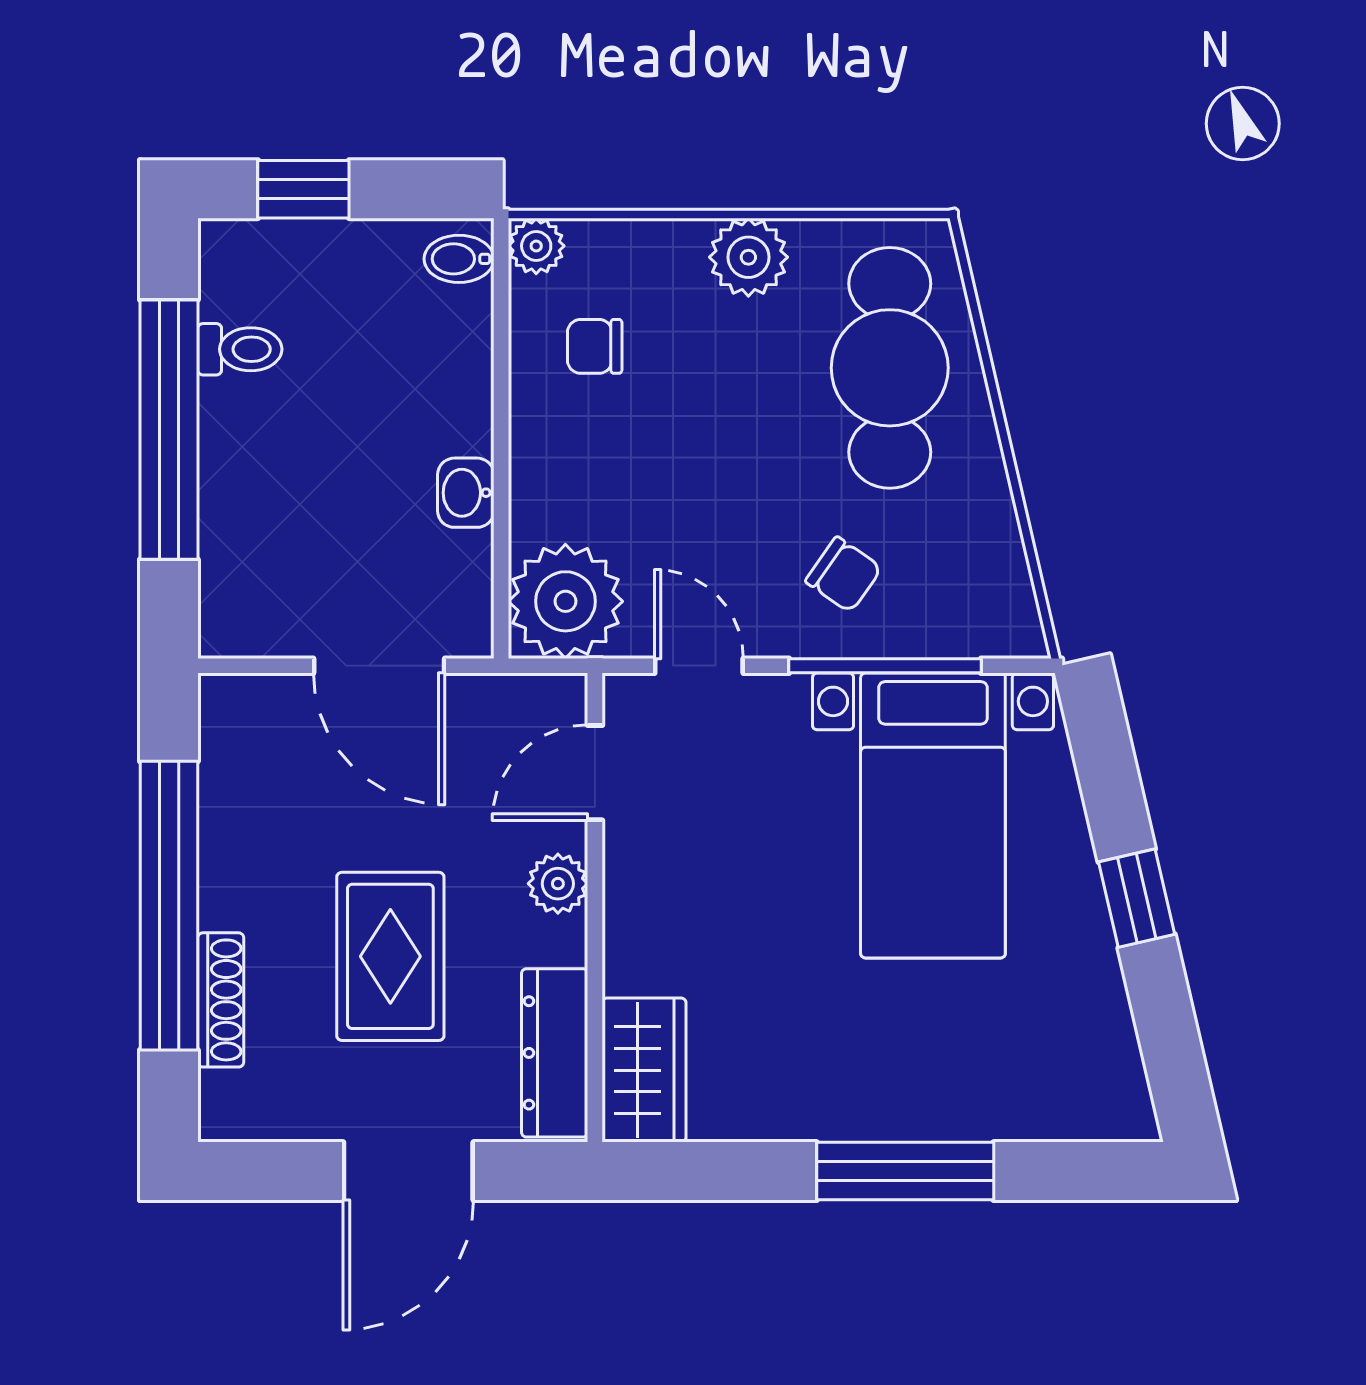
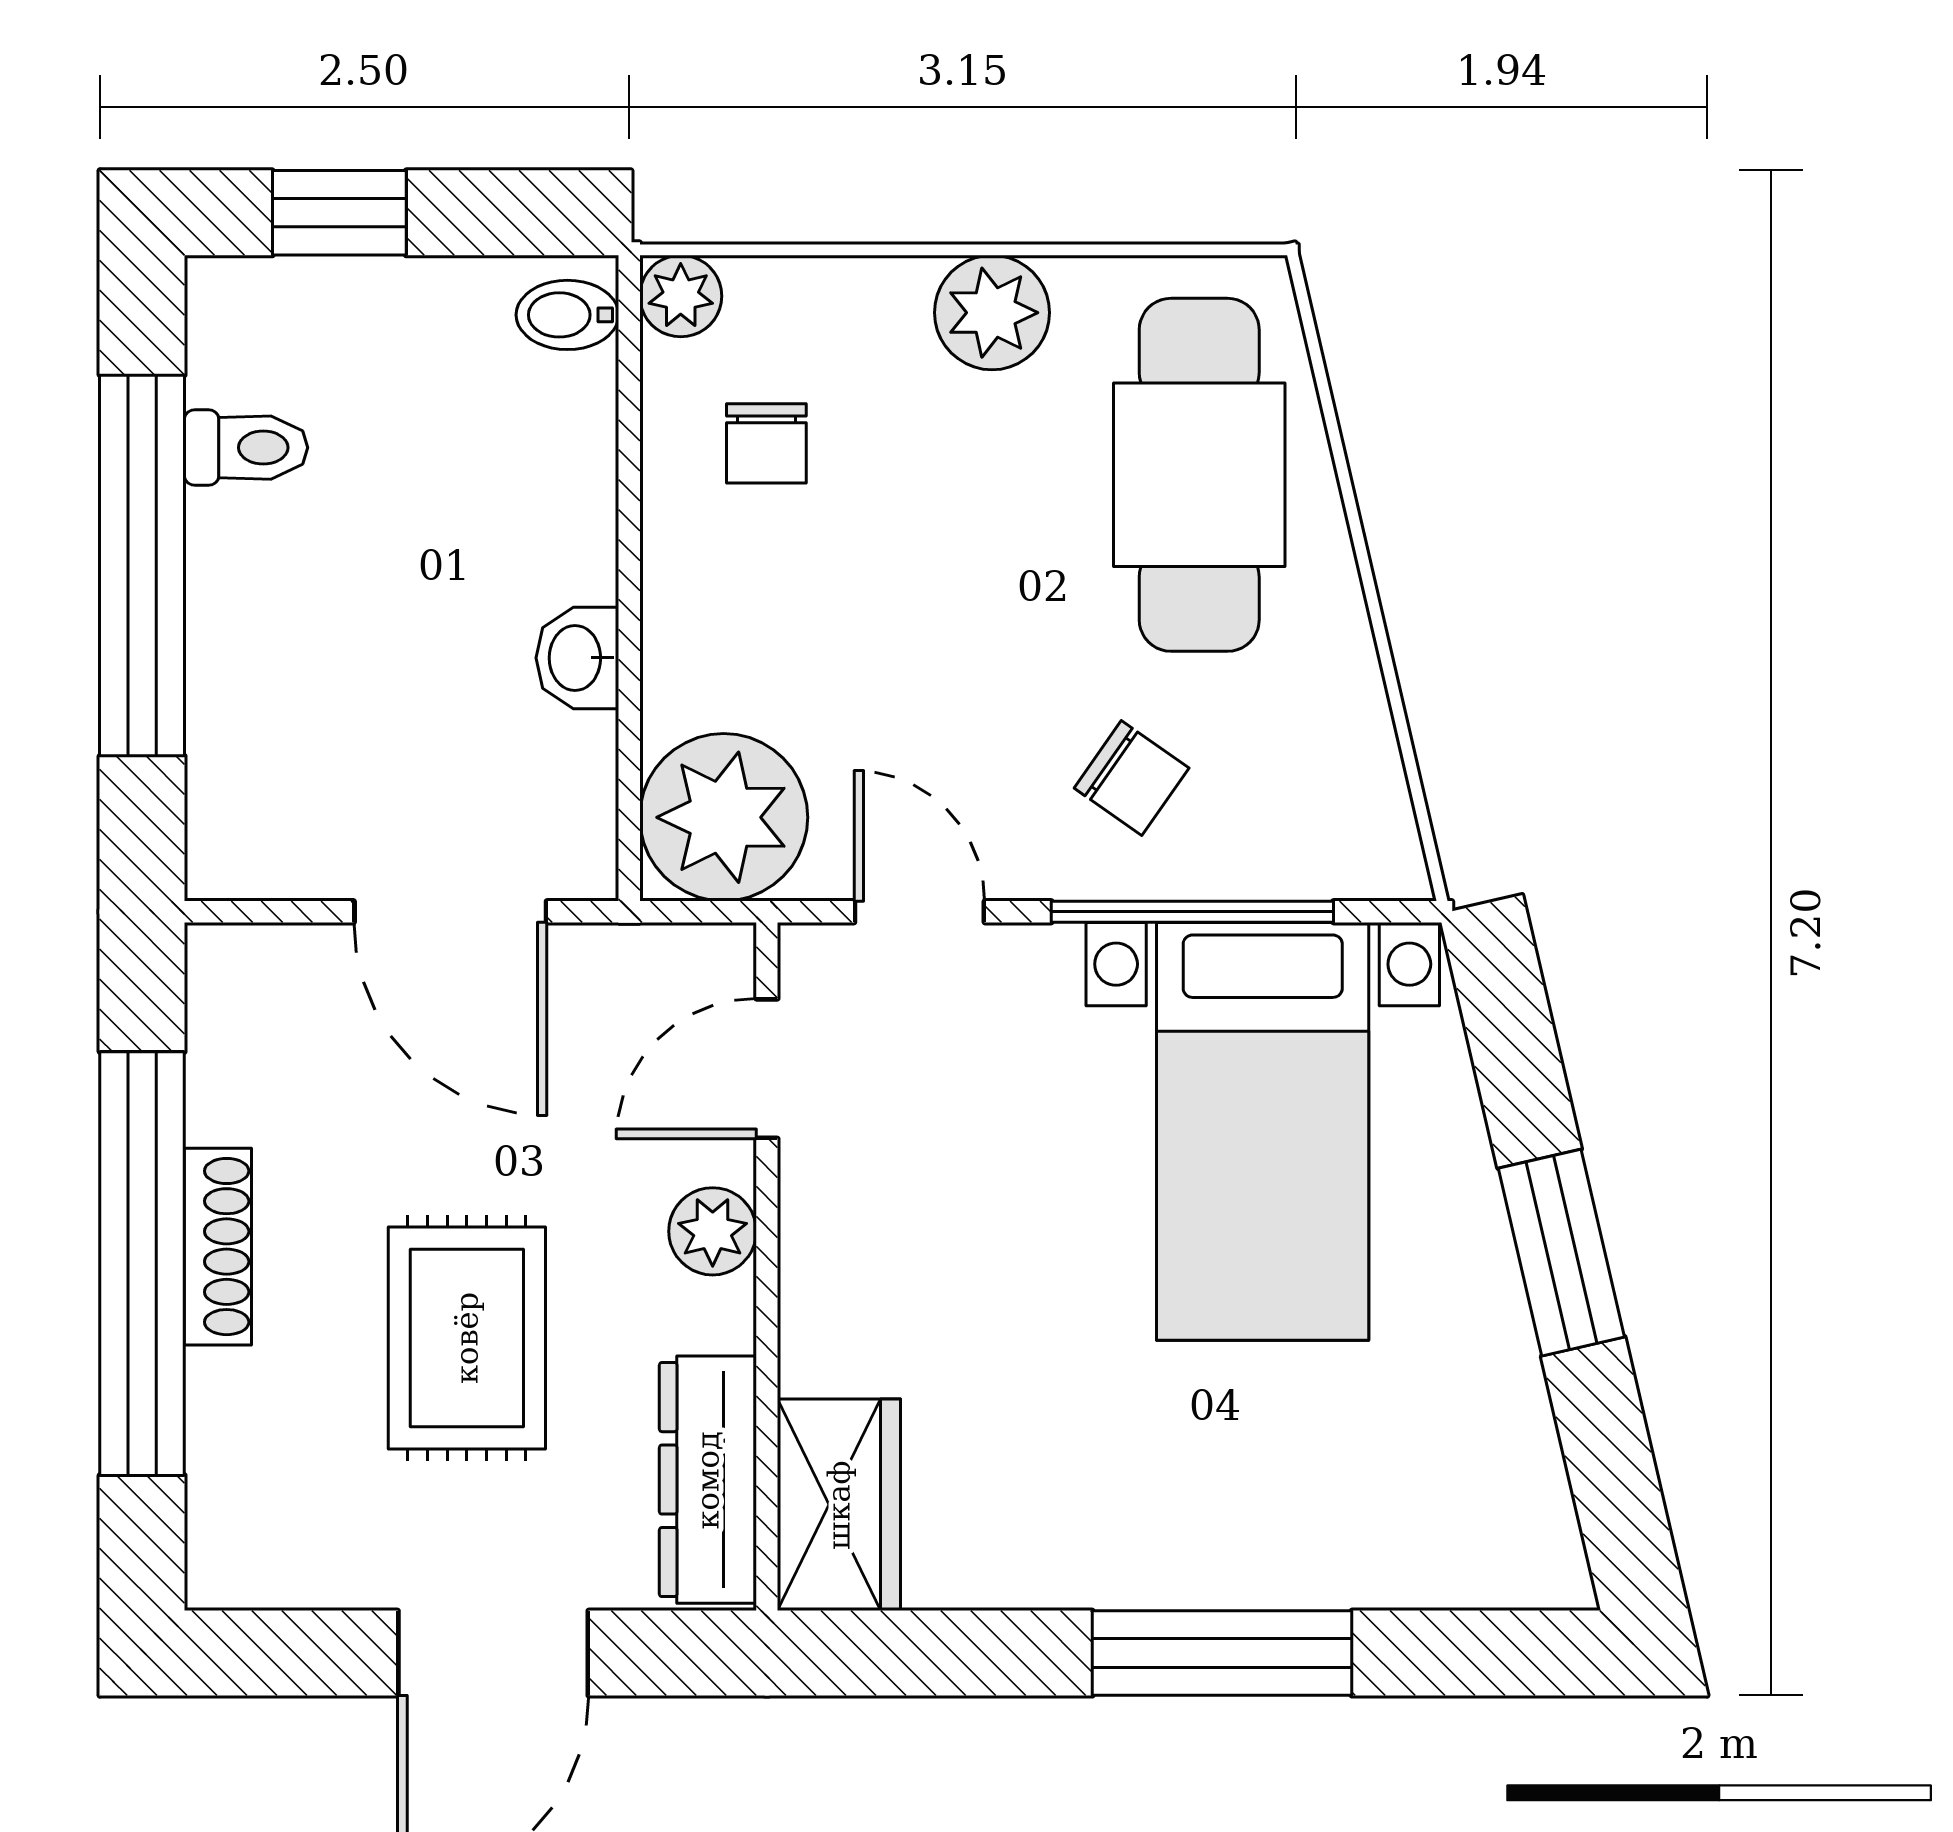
chair: (595, 346) -> (766, 443), turned -90
window: (1137, 898) -> (1561, 1253), width x1.50
shoe rack: (221, 1000) -> (218, 1247), moved

